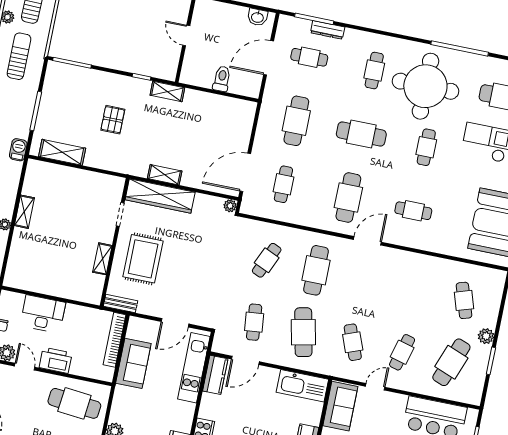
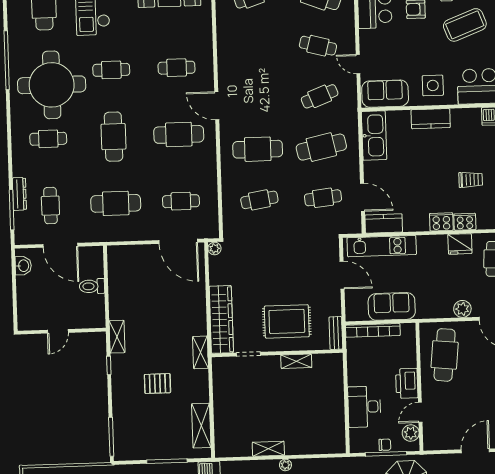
shelving: (165, 175) -> (200, 352), moved
cafe table: (413, 211) -> (177, 68), turned 90
cafe table: (267, 260) -> (259, 200), turned -33

